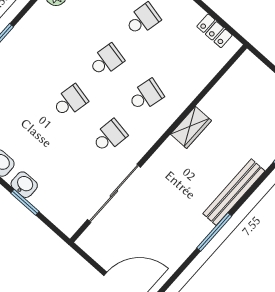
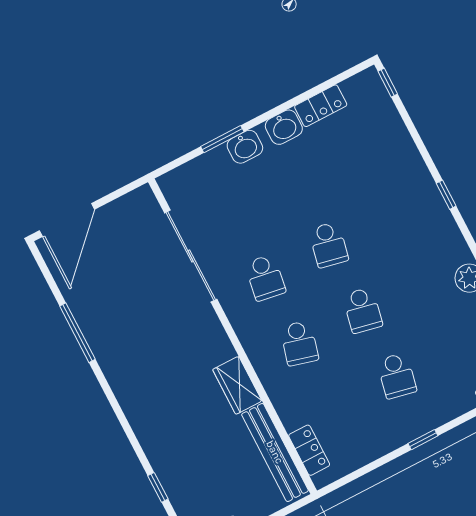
locker: (214, 31) -> (309, 450), moved, turned 90
bench: (234, 192) -> (275, 452), moved
window: (214, 232) -> (77, 333), moved

